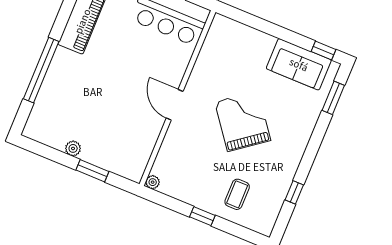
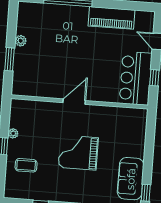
grand piano: (243, 121) -> (78, 153), turned -143
plant: (153, 182) -> (13, 133), moved

